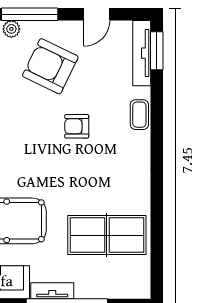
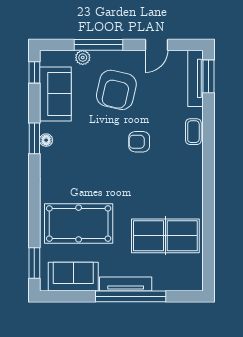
armchair: (50, 66) -> (116, 90), turned -103
tv unit: (52, 291) -> (126, 284), width x1.41

